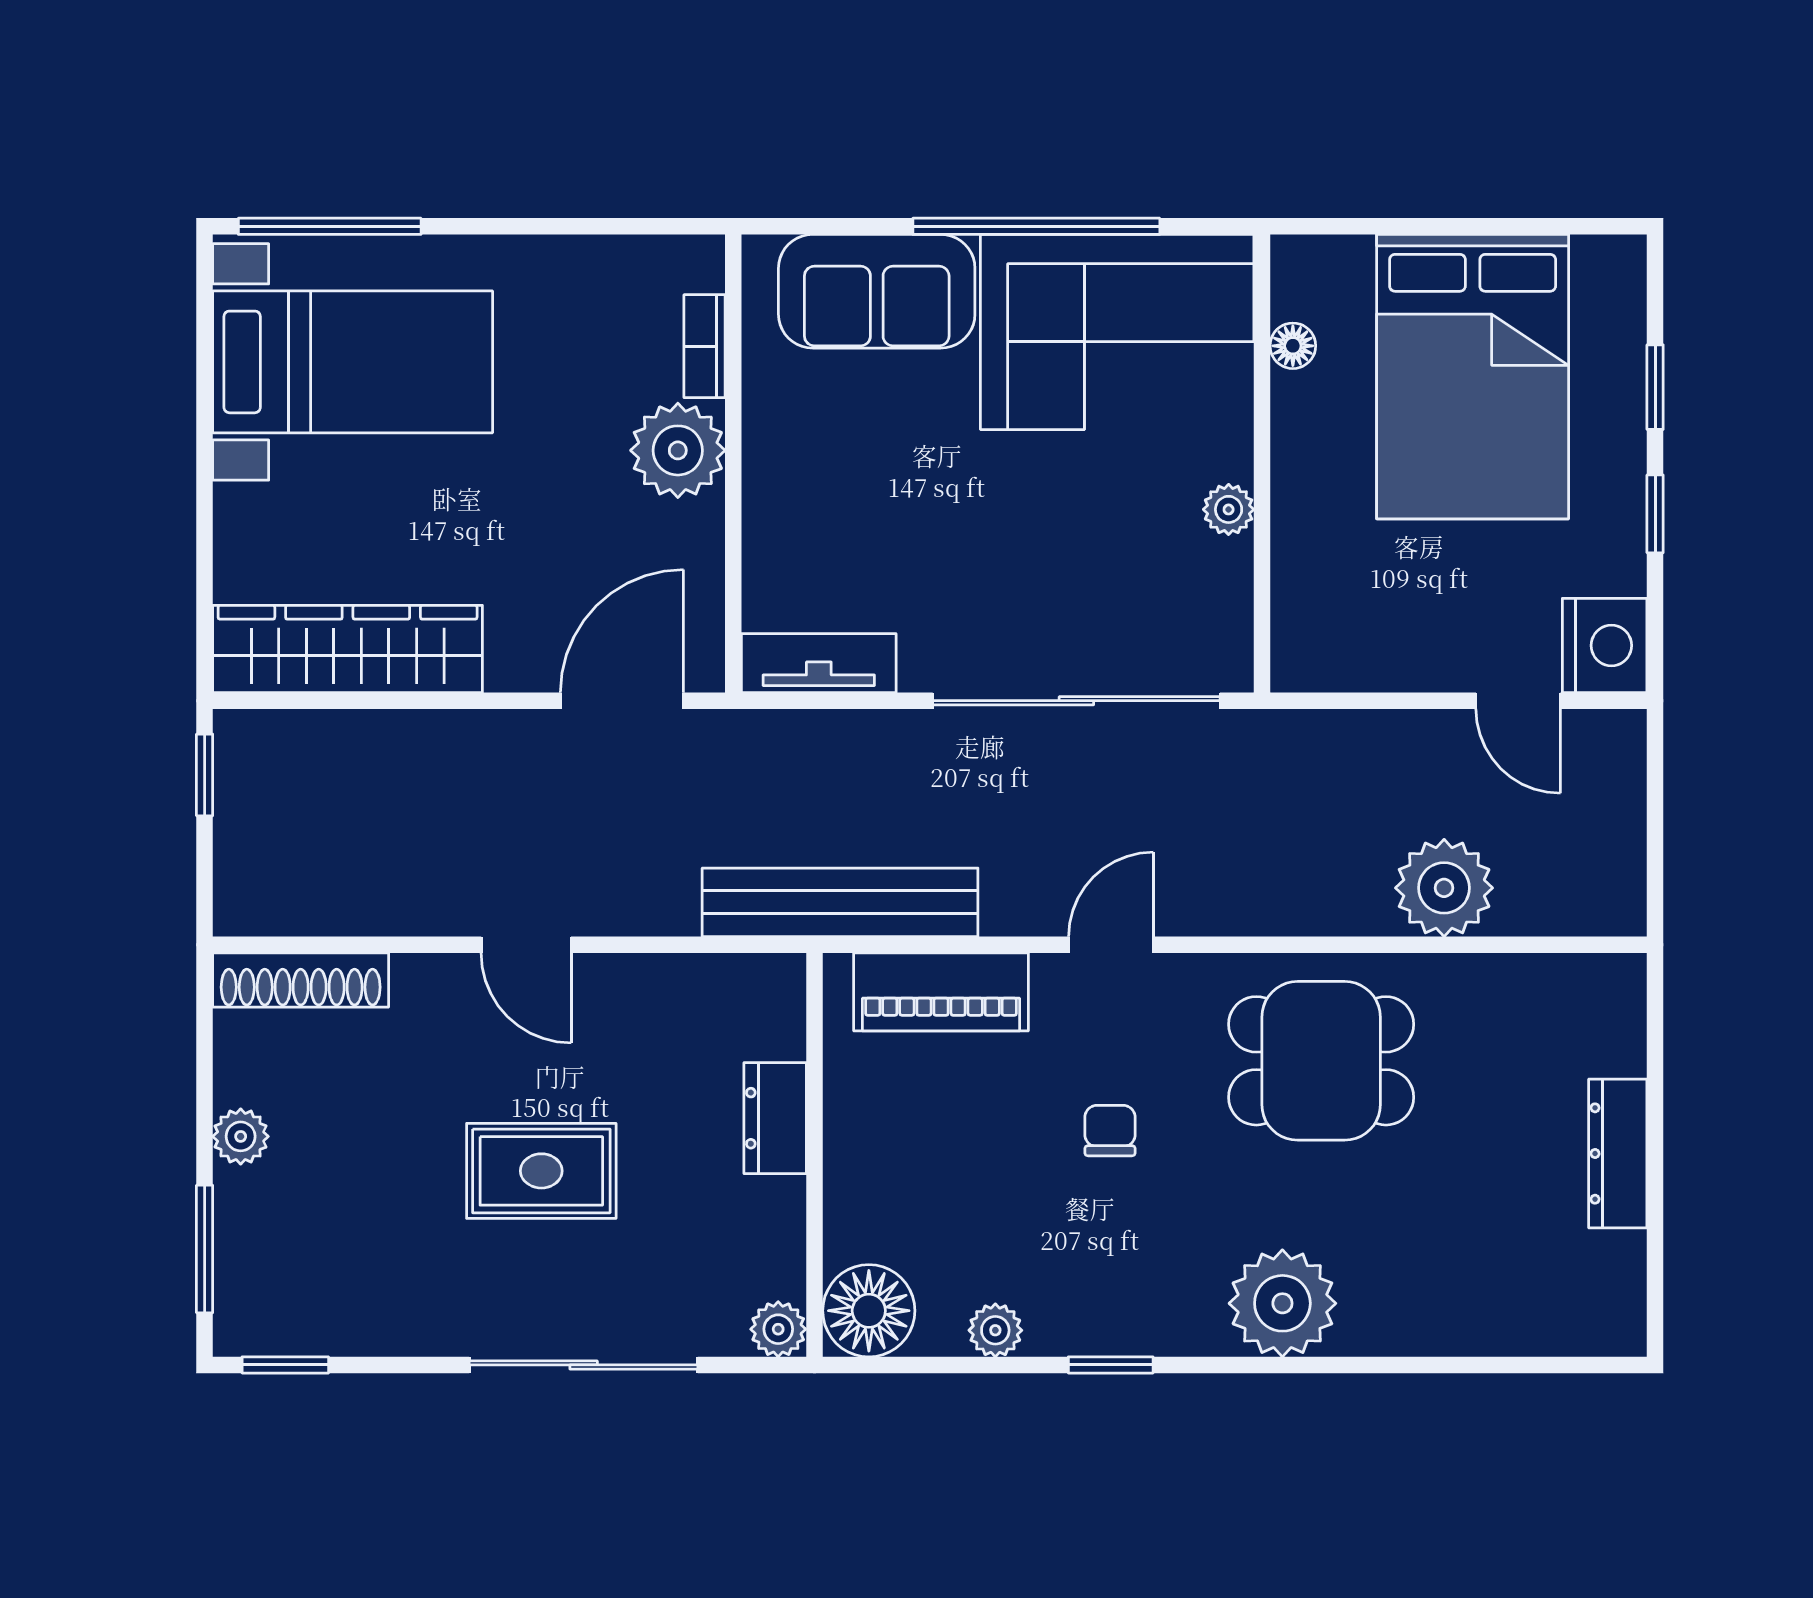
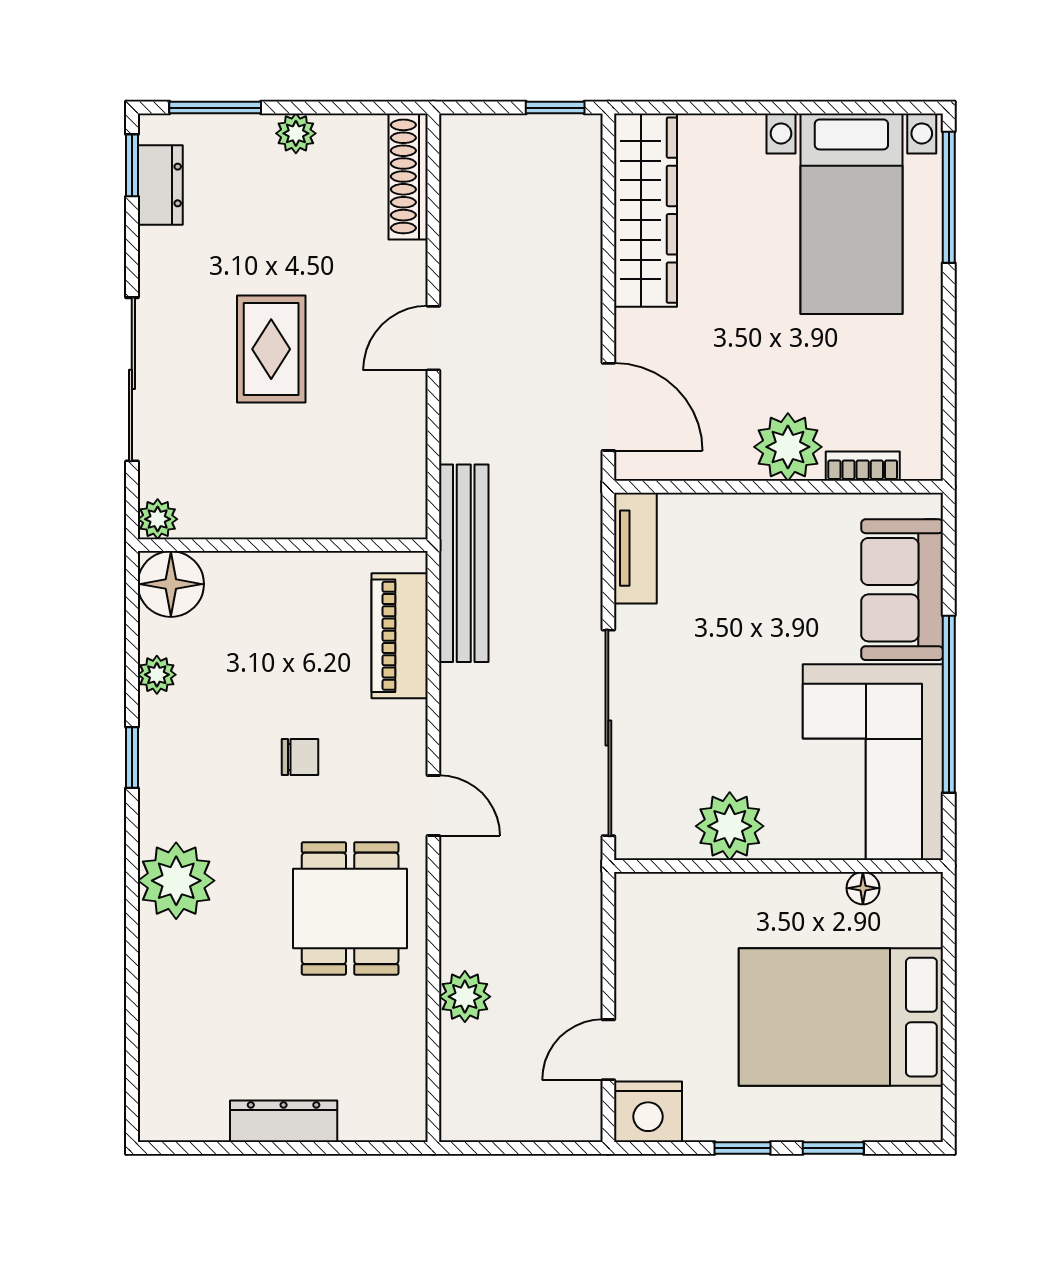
plant: (1229, 509) -> (730, 826), width x1.88, depth x1.88
plant: (1444, 888) -> (465, 997), width x0.73, depth x0.73
door: (1111, 945) -> (433, 805), moved
dresser: (775, 1118) -> (160, 185), moved, turned 90

